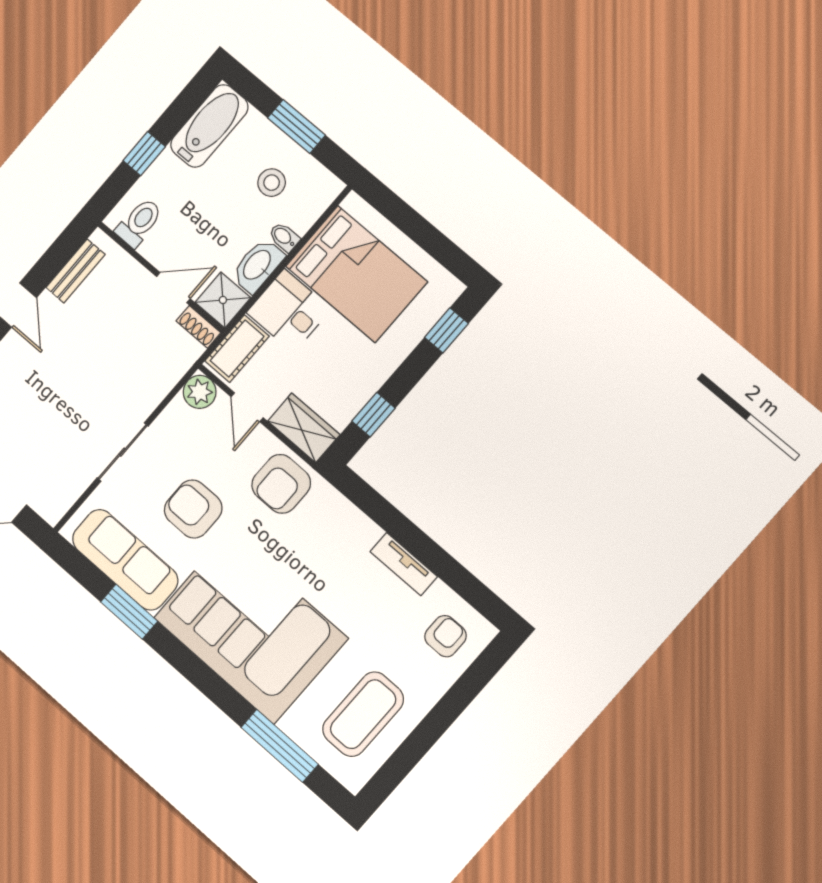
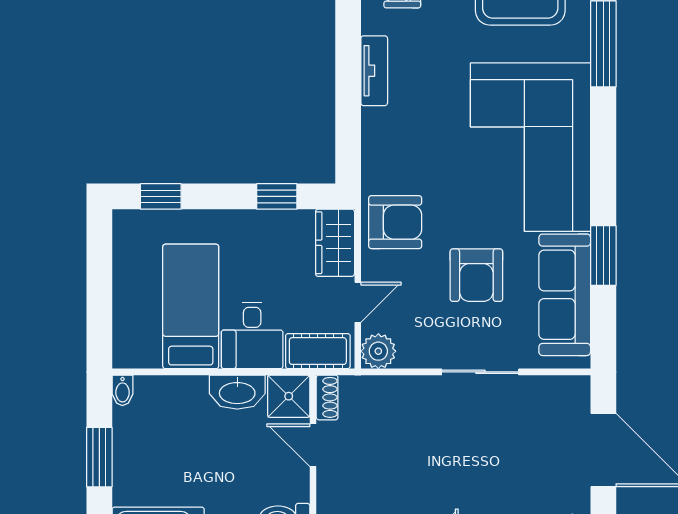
stool: (272, 183) -> (161, 438), removed
bidet: (284, 237) -> (122, 390), moved
bed: (356, 274) -> (191, 306), width x0.67

